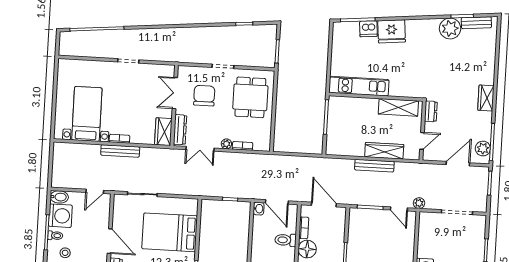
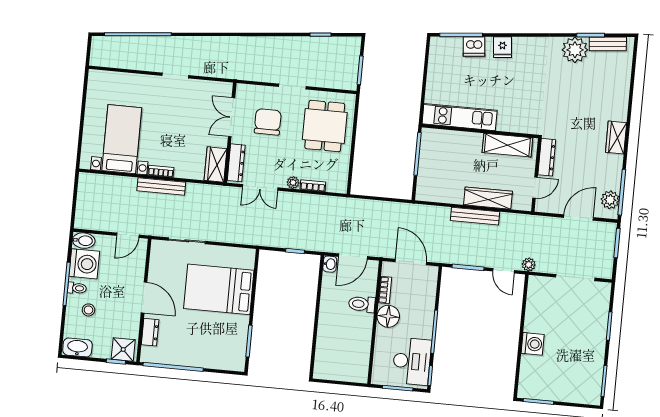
fridge: (392, 31) -> (502, 47), width x0.53, depth x0.75
dresser: (431, 111) -> (547, 157), width x1.44
door: (277, 202) -> (353, 257), hinge flipped

